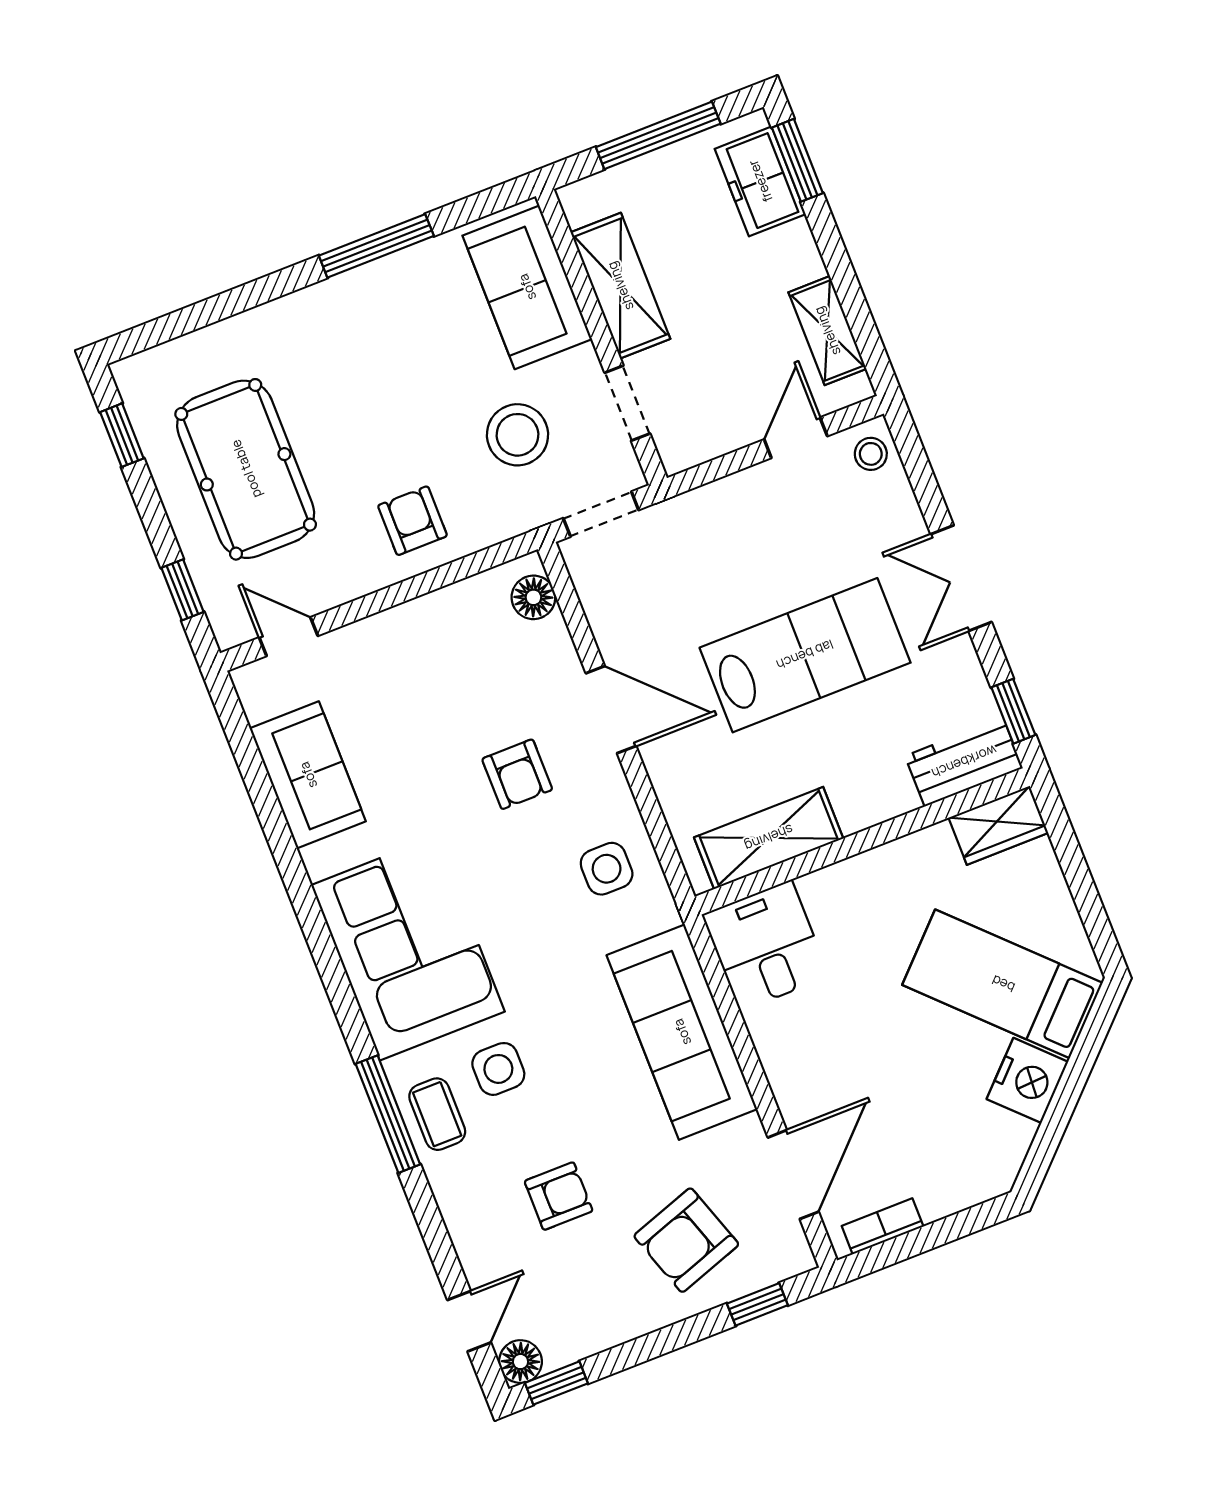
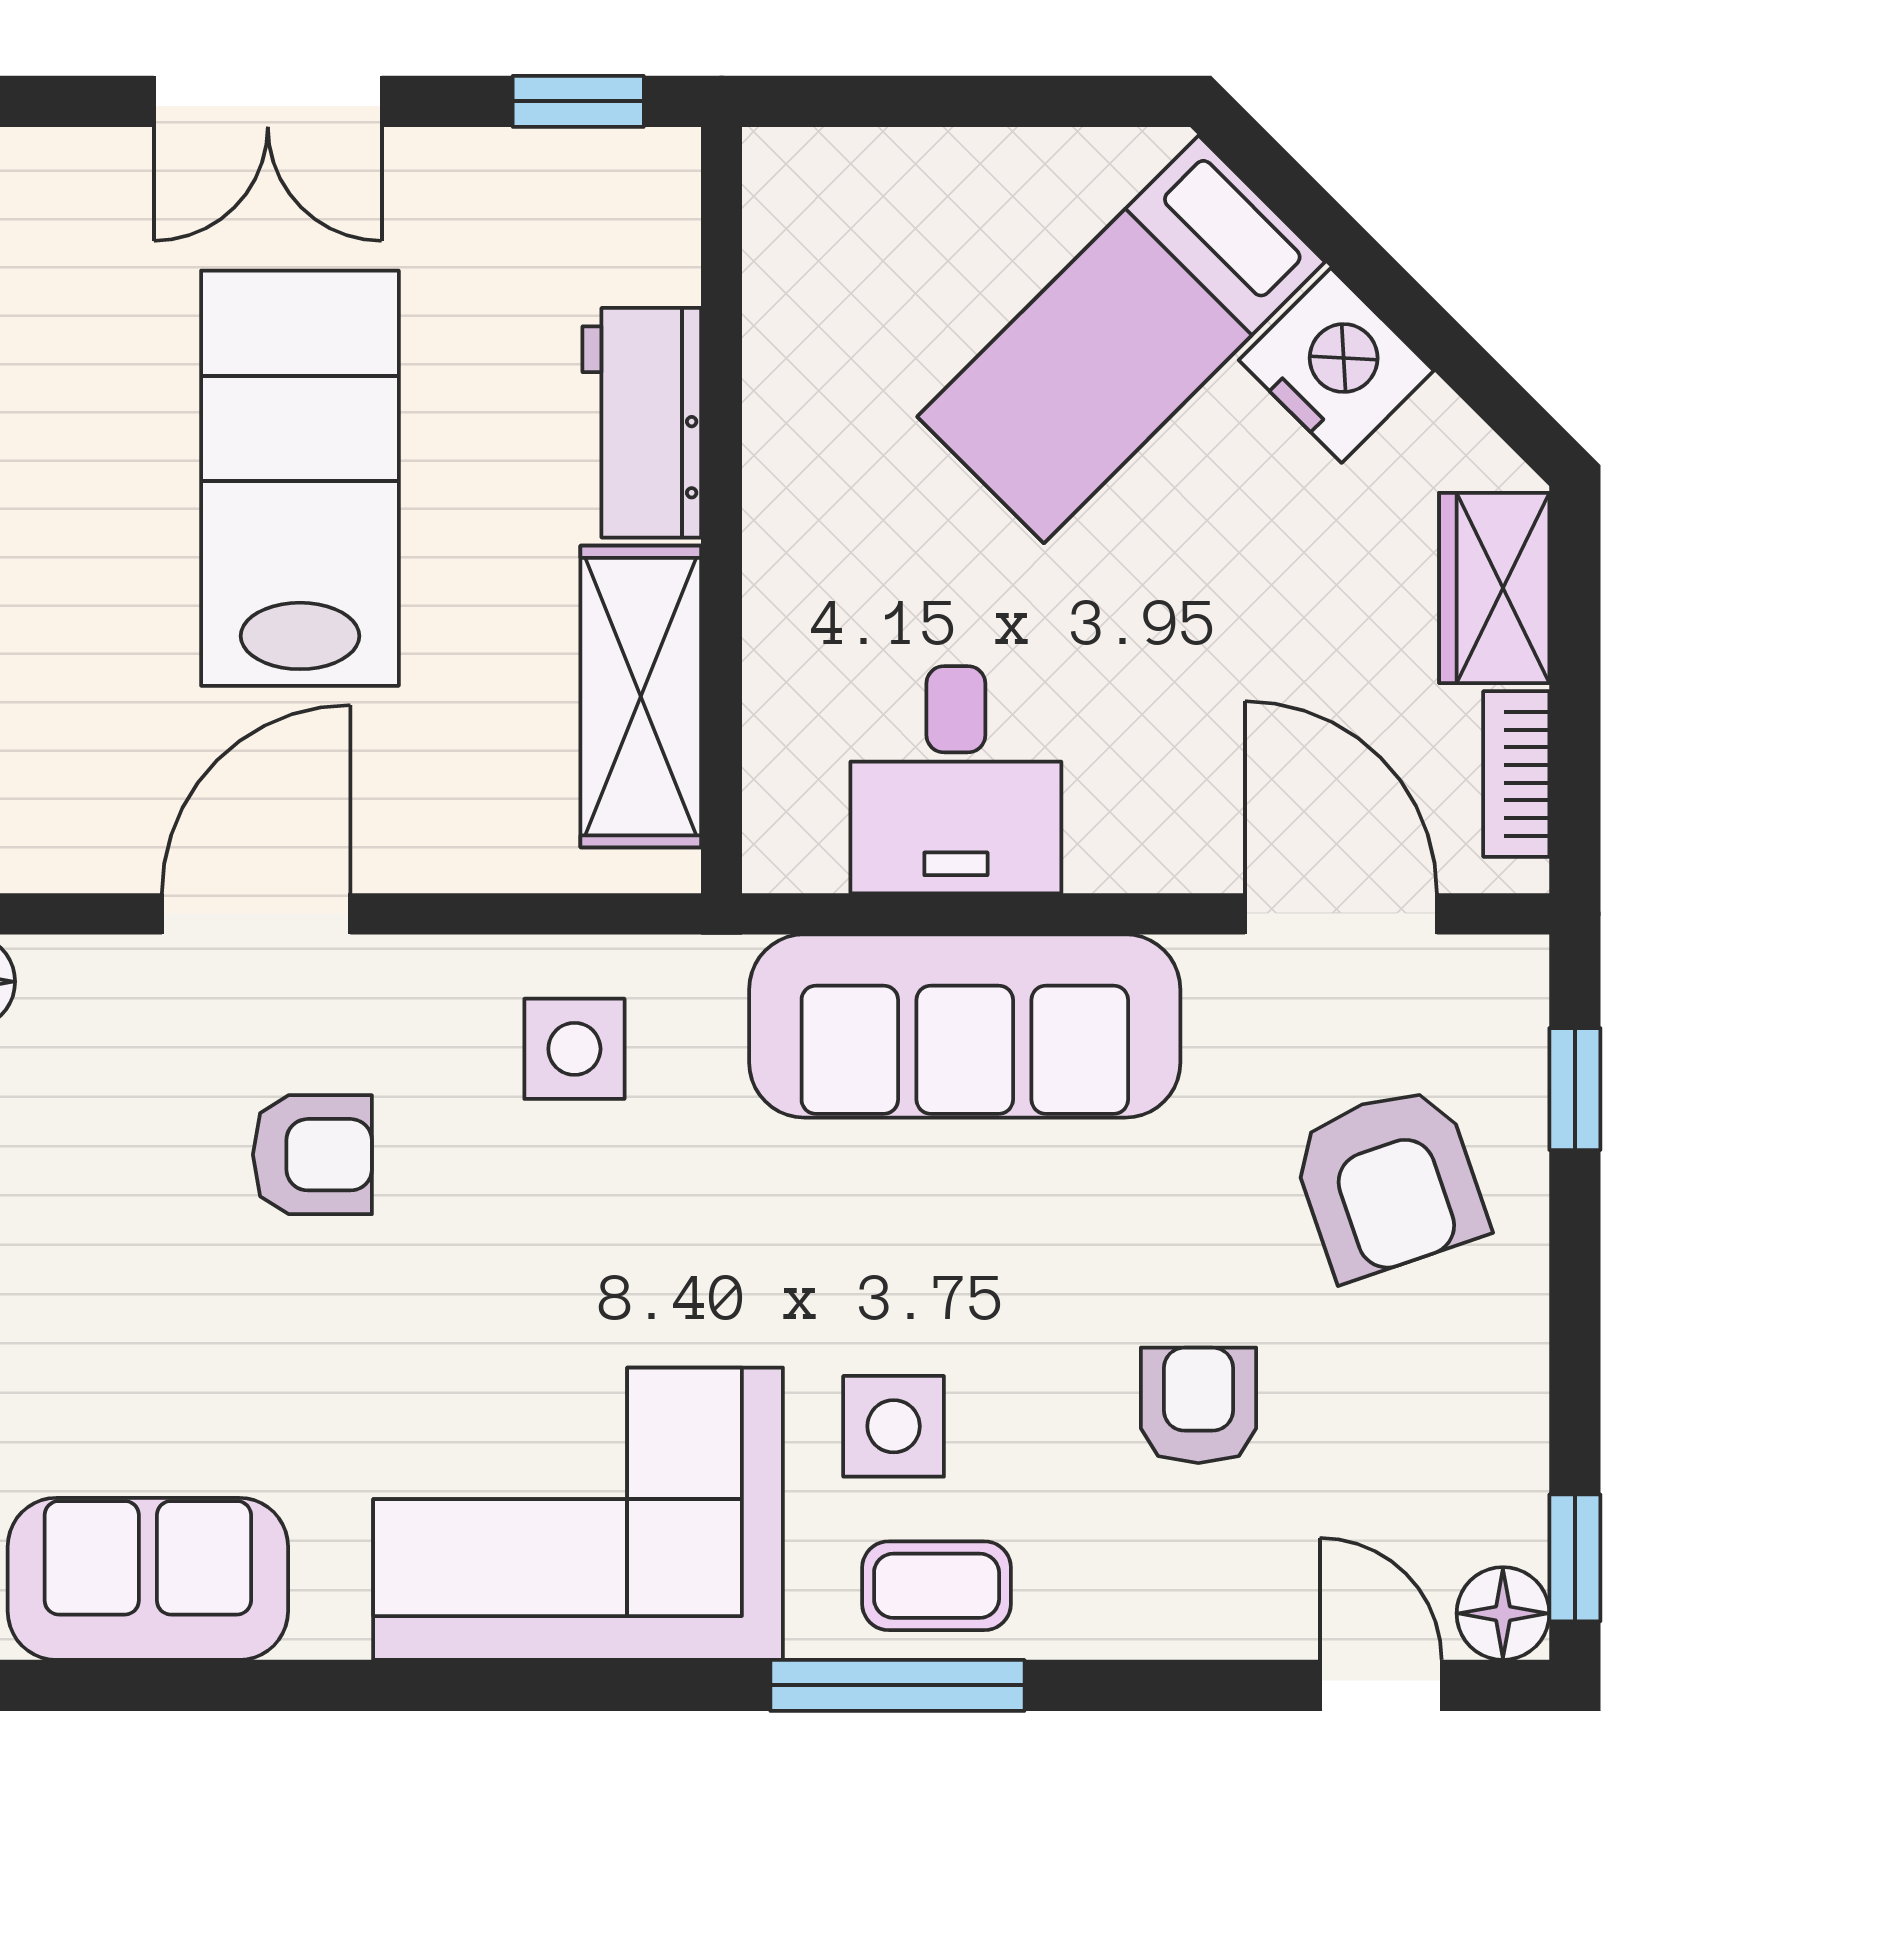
workbench: (964, 762) -> (642, 423), moved
wardrobe: (998, 825) -> (1494, 588), moved, turned 180
desk: (766, 945) -> (956, 780), moved, turned -90

